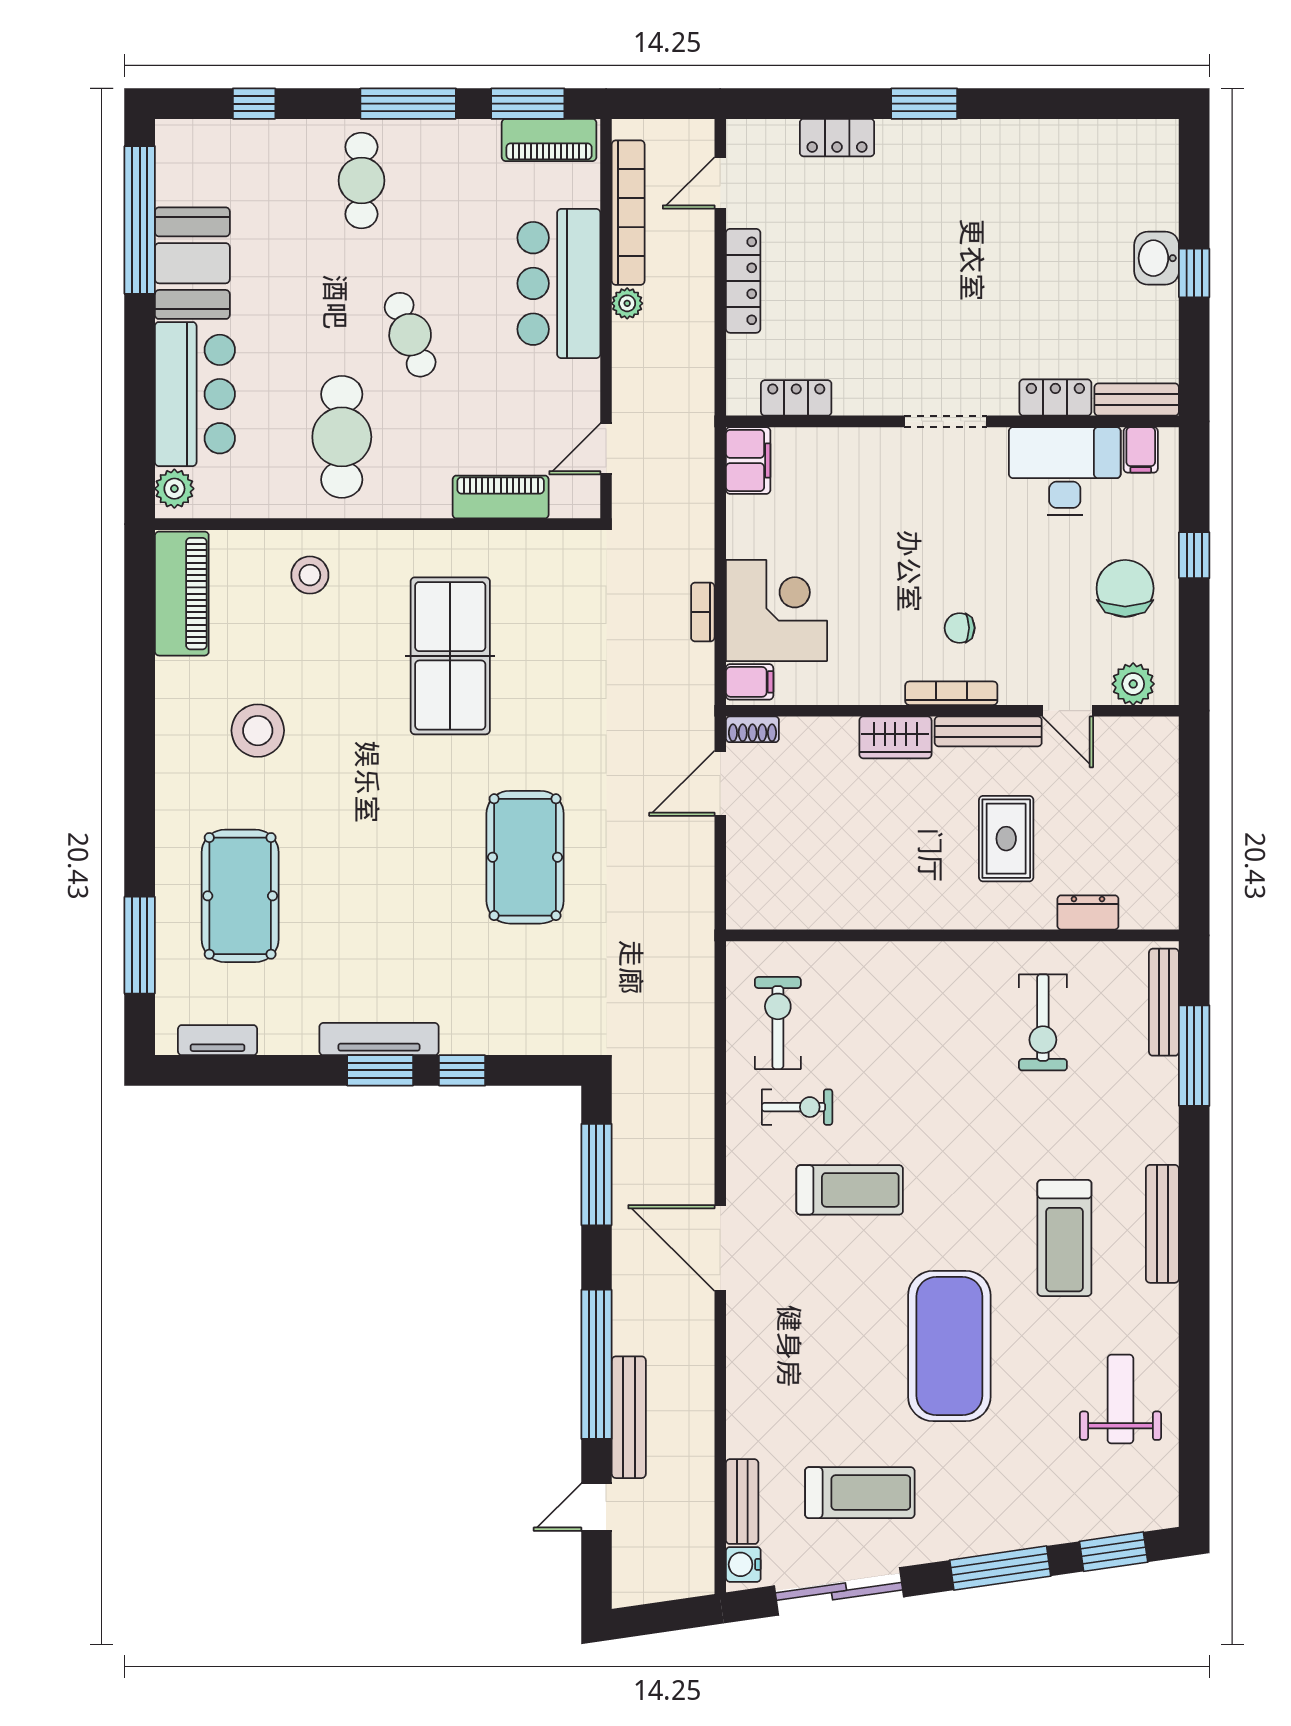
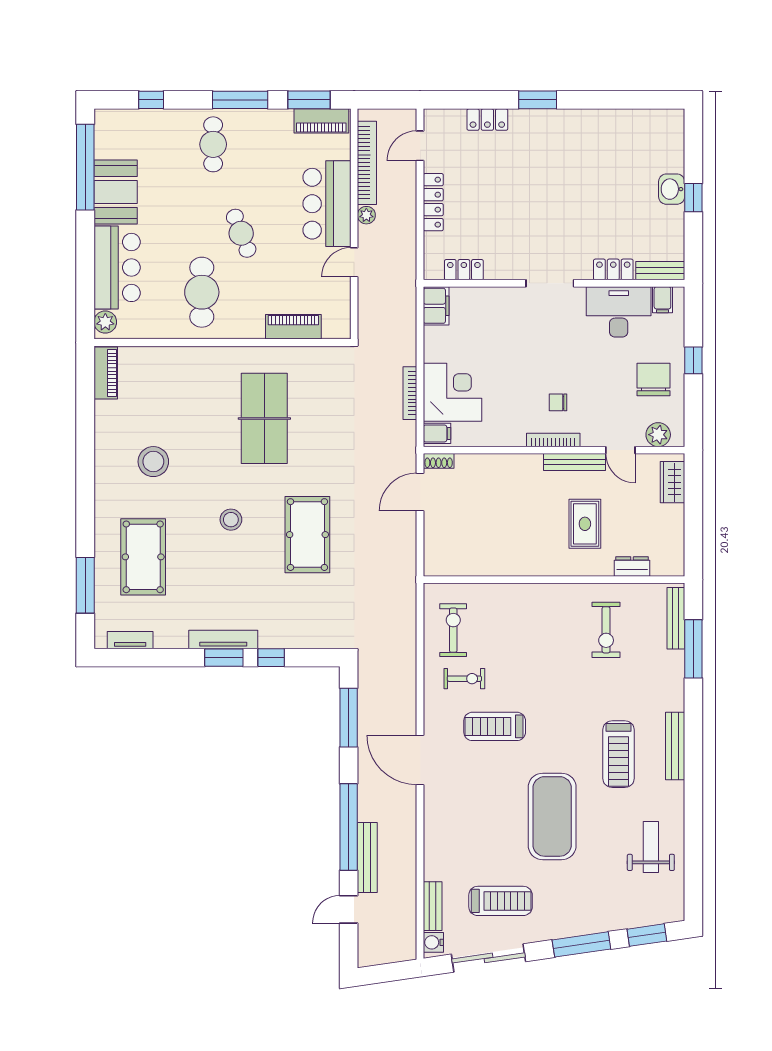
door: (606, 449) -> (354, 262), moved
stool: (310, 575) -> (231, 520), moved
piano: (182, 594) -> (106, 373), width x0.73, depth x0.75
bookcase: (703, 612) -> (410, 393), width x1.56
wardrobe: (895, 737) -> (672, 482), moved, turned 90
treadmill: (850, 1190) -> (495, 726), turned 180

